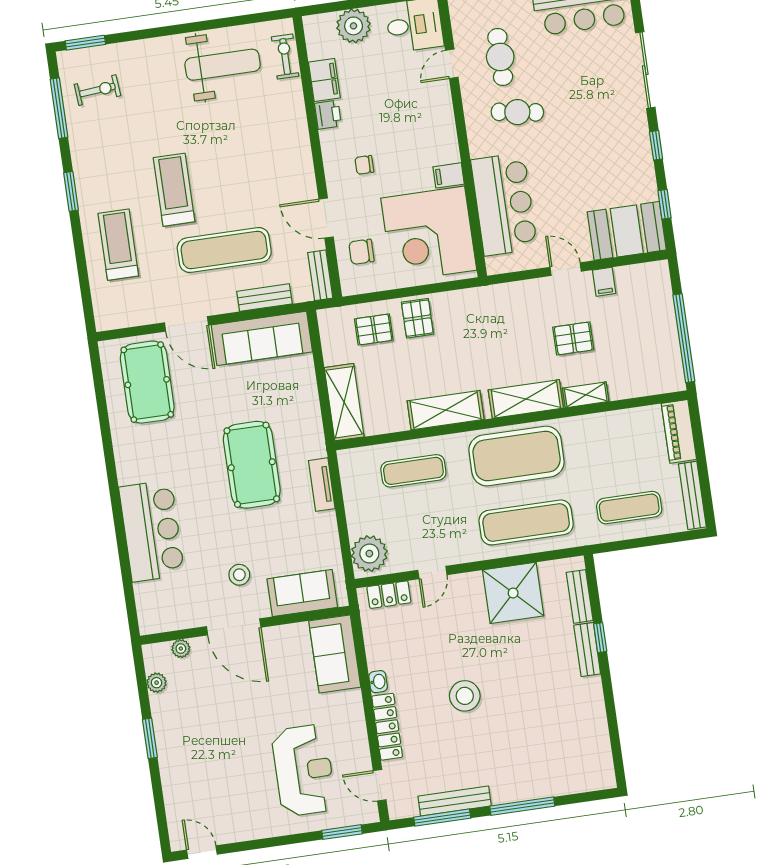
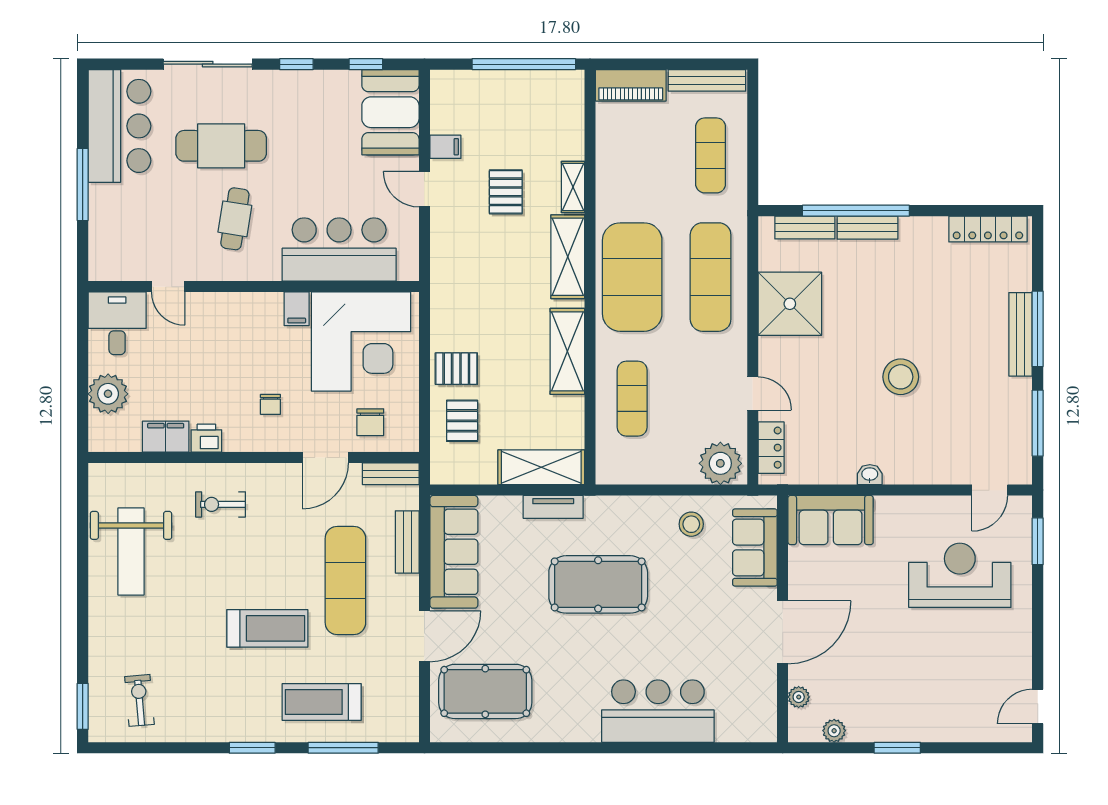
exercise bike: (285, 57) -> (221, 504), moved
cafe table: (500, 57) -> (221, 146), moved, width x1.37, depth x1.35
weight bench: (223, 65) -> (131, 552), turned 180
window: (59, 108) -> (343, 748), moved
treadmill: (174, 190) -> (267, 628), turned 180
door: (566, 269) -> (424, 189), hinge flipped
tv unit: (322, 485) -> (553, 507), moved
stool: (239, 575) -> (691, 524), moved
window: (600, 638) -> (856, 211), width x3.17
locker: (387, 727) -> (988, 229), moved, turned 180
bench: (455, 801) -> (1020, 334), moved

